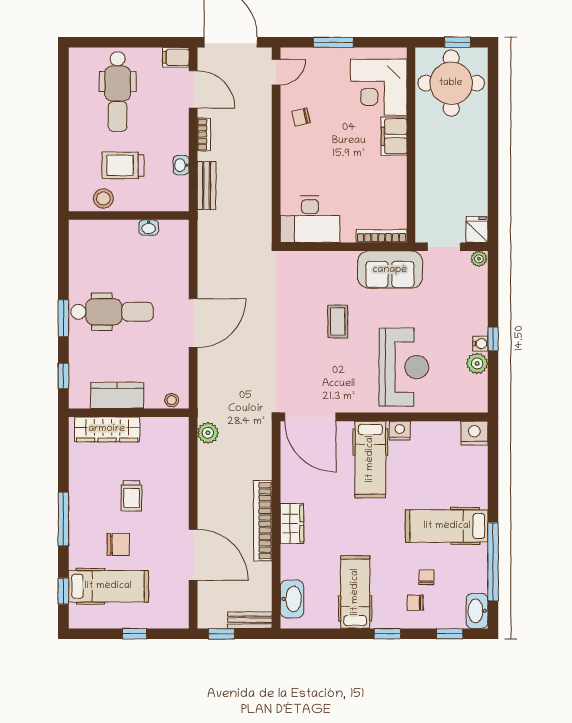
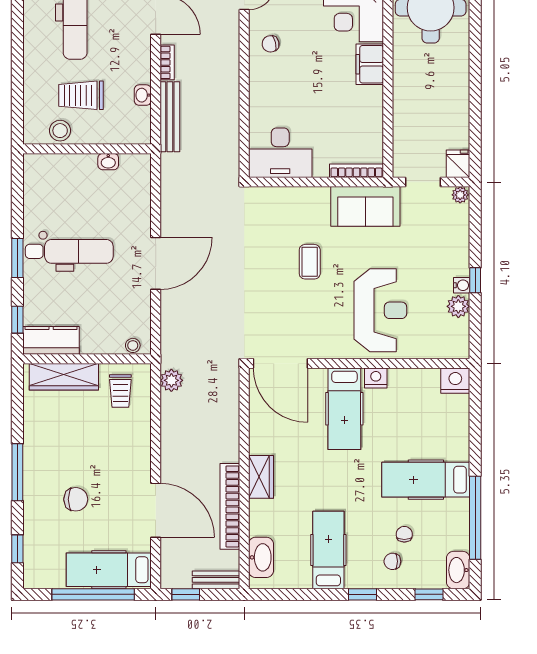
bench: (207, 186) -> (170, 117), width x1.36
kitchen counter: (117, 395) -> (51, 340), moved
trolley: (132, 496) -> (120, 391), moved
bookcase: (263, 521) -> (230, 506), moved
hospital bed: (108, 586) -> (109, 570), moved, turned 180
window: (134, 634) -> (93, 594), width x3.17

